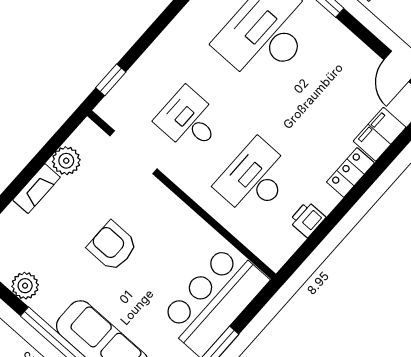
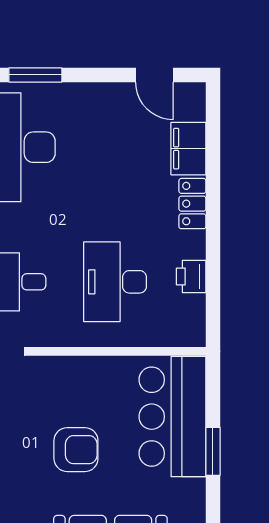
armchair: (112, 246) -> (76, 450), moved, turned 180

